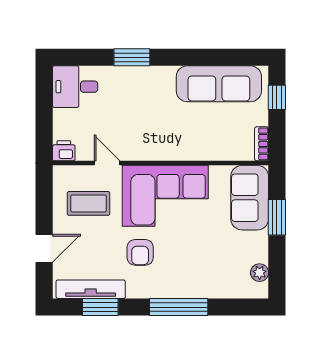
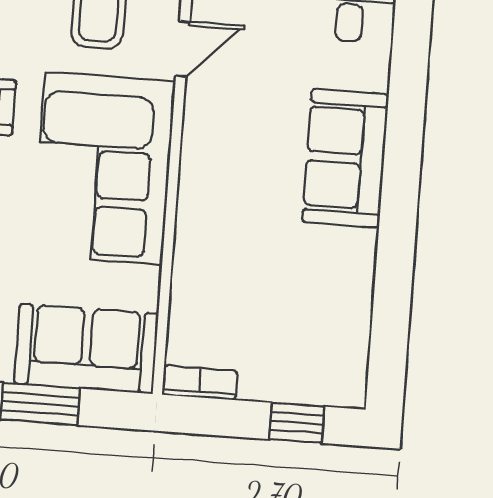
window: (132, 57) -> (405, 119), removed
sofa: (219, 84) -> (345, 158), moved, width x0.73

